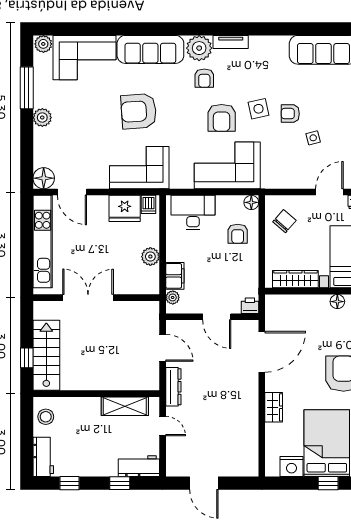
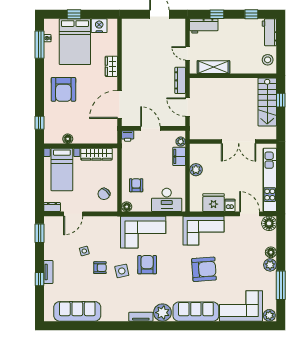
armchair: (204, 78) -> (159, 292), removed
floor lamp: (41, 136) -> (271, 252), added
dishwasher: (149, 204) -> (230, 205), moved

